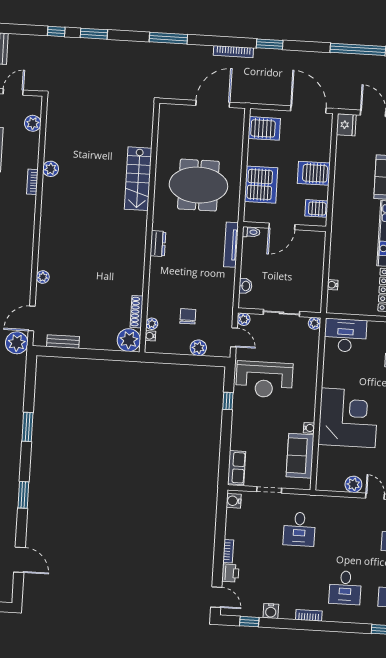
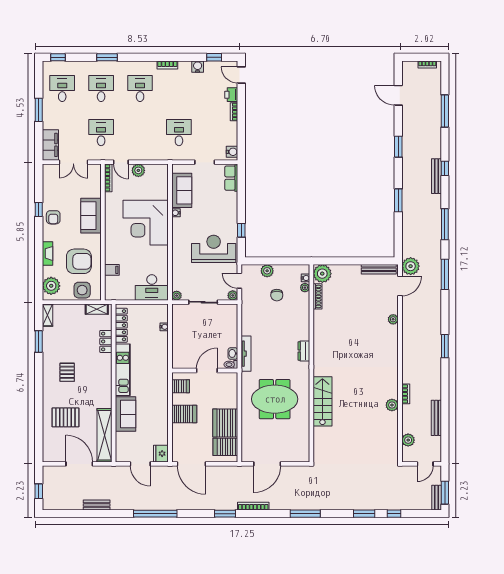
server rack: (261, 185) -> (225, 423), moved
washbasin: (245, 286) -> (233, 353), moved
bench: (63, 342) -> (379, 269), width x1.36

